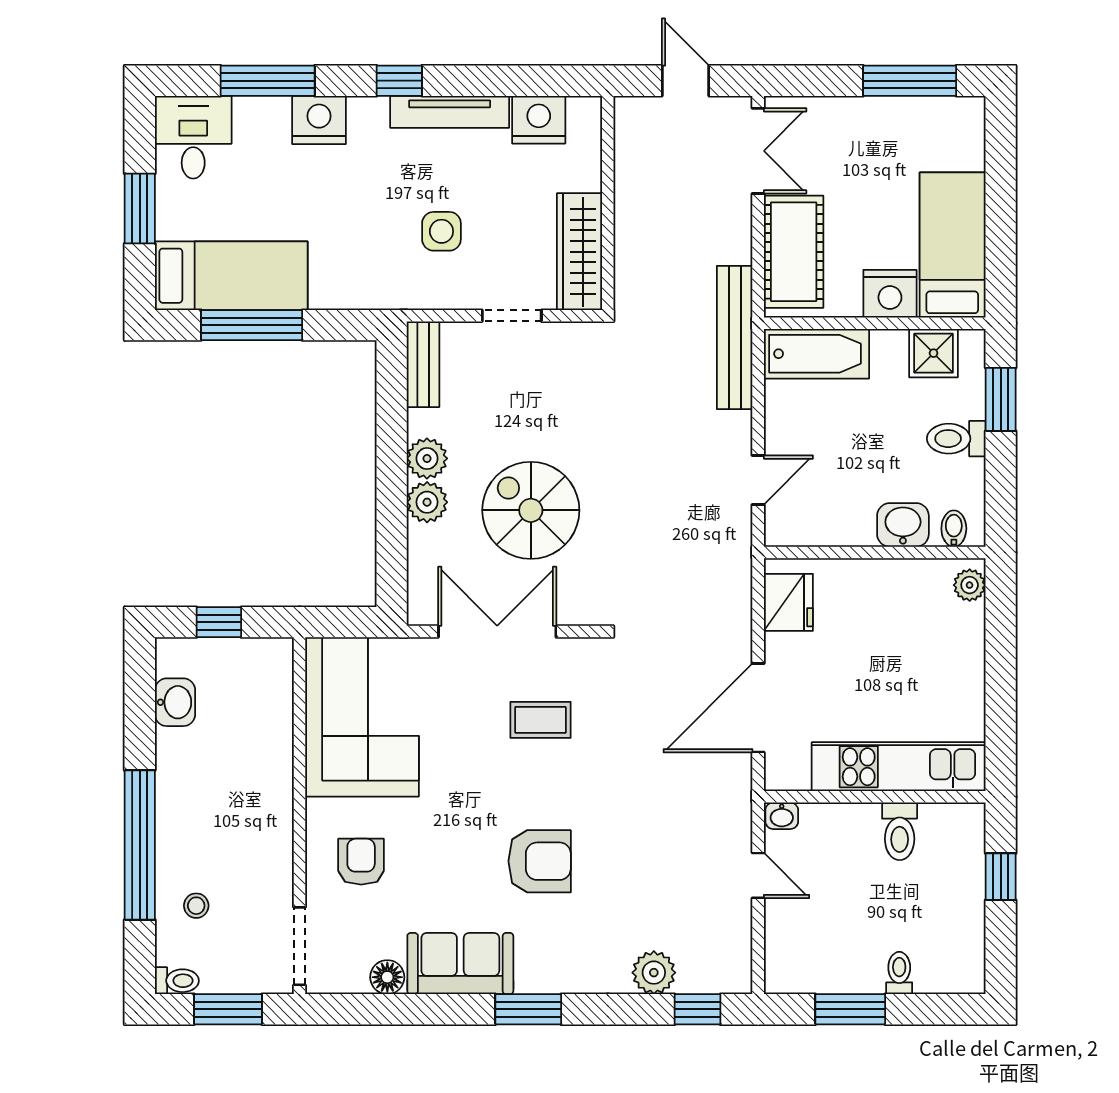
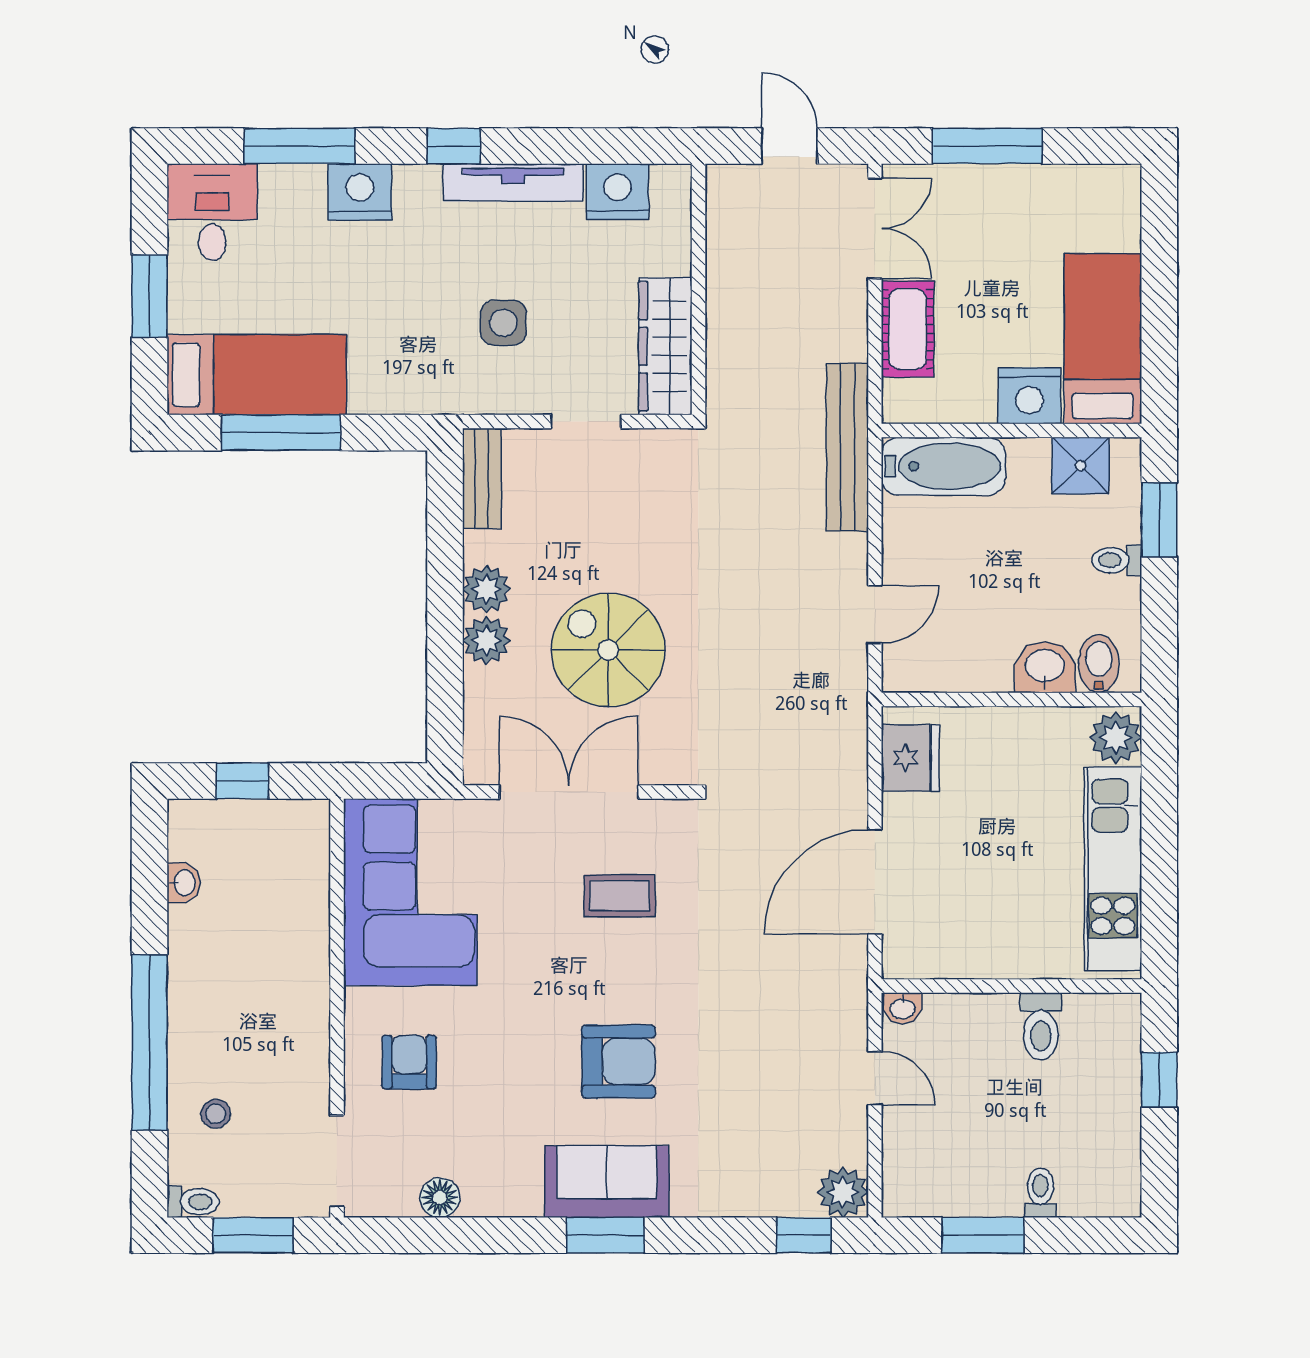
window: (910, 81) -> (987, 146), moved
cot: (794, 252) -> (908, 329), width x0.73, depth x0.75
toilet: (956, 439) -> (1117, 560), width x0.73, depth x0.72
bidet: (954, 529) -> (1099, 664), width x1.38, depth x1.36
plant: (970, 585) -> (1116, 738), width x1.38, depth x1.38
washbasin: (175, 702) -> (184, 883), width x0.72, depth x0.69
kitchen unit: (899, 767) -> (1113, 869), moved, turned -90
sofa: (460, 964) -> (607, 1182), moved
plant: (654, 973) -> (843, 1192), moved

